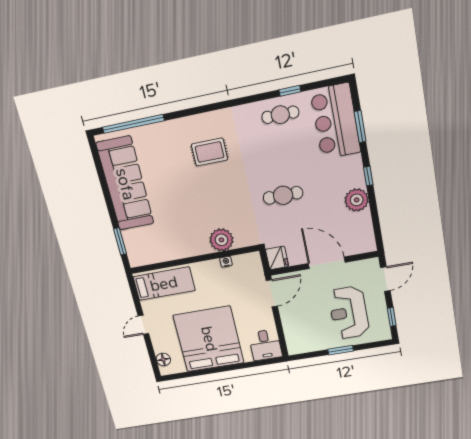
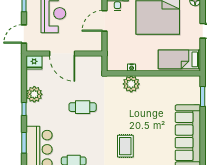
rug: (209, 152) -> (125, 146), turned 90
fridge: (277, 258) -> (34, 62), moved, turned -90
door: (272, 293) -> (104, 21), moved

